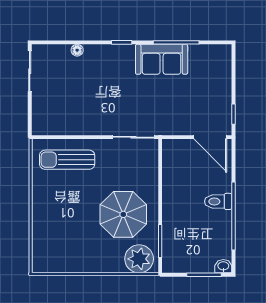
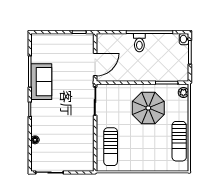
door: (210, 137) -> (95, 64), moved
sun lounger: (75, 259) -> (179, 141), added
plant: (139, 259) -> (183, 93), width x0.53, depth x0.53

